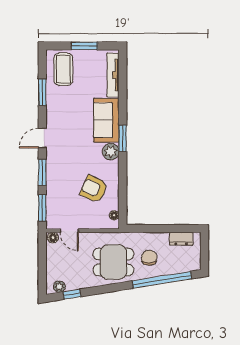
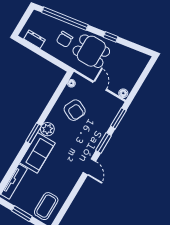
window: (42, 92) -> (70, 199), removed
door: (42, 138) -> (89, 167), hinge flipped
door: (69, 231) -> (100, 86), moved
plant: (59, 287) -> (139, 56), removed
window: (72, 294) -> (111, 37), moved

